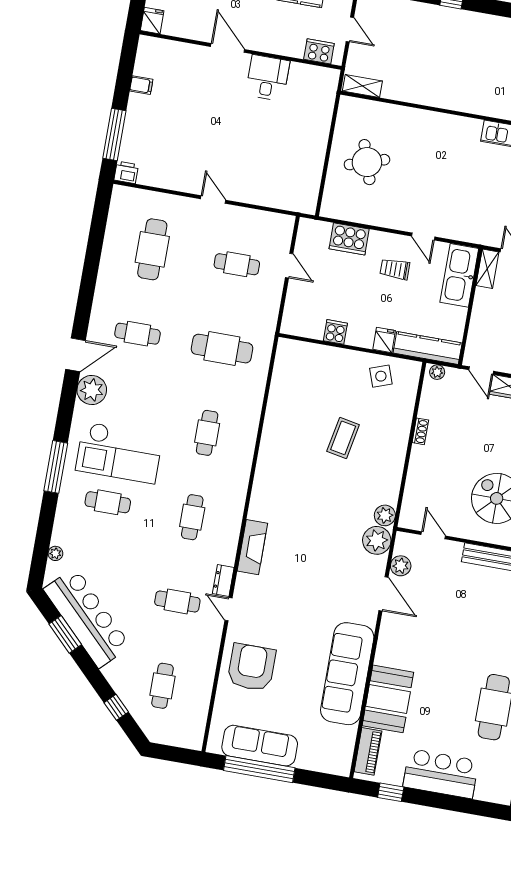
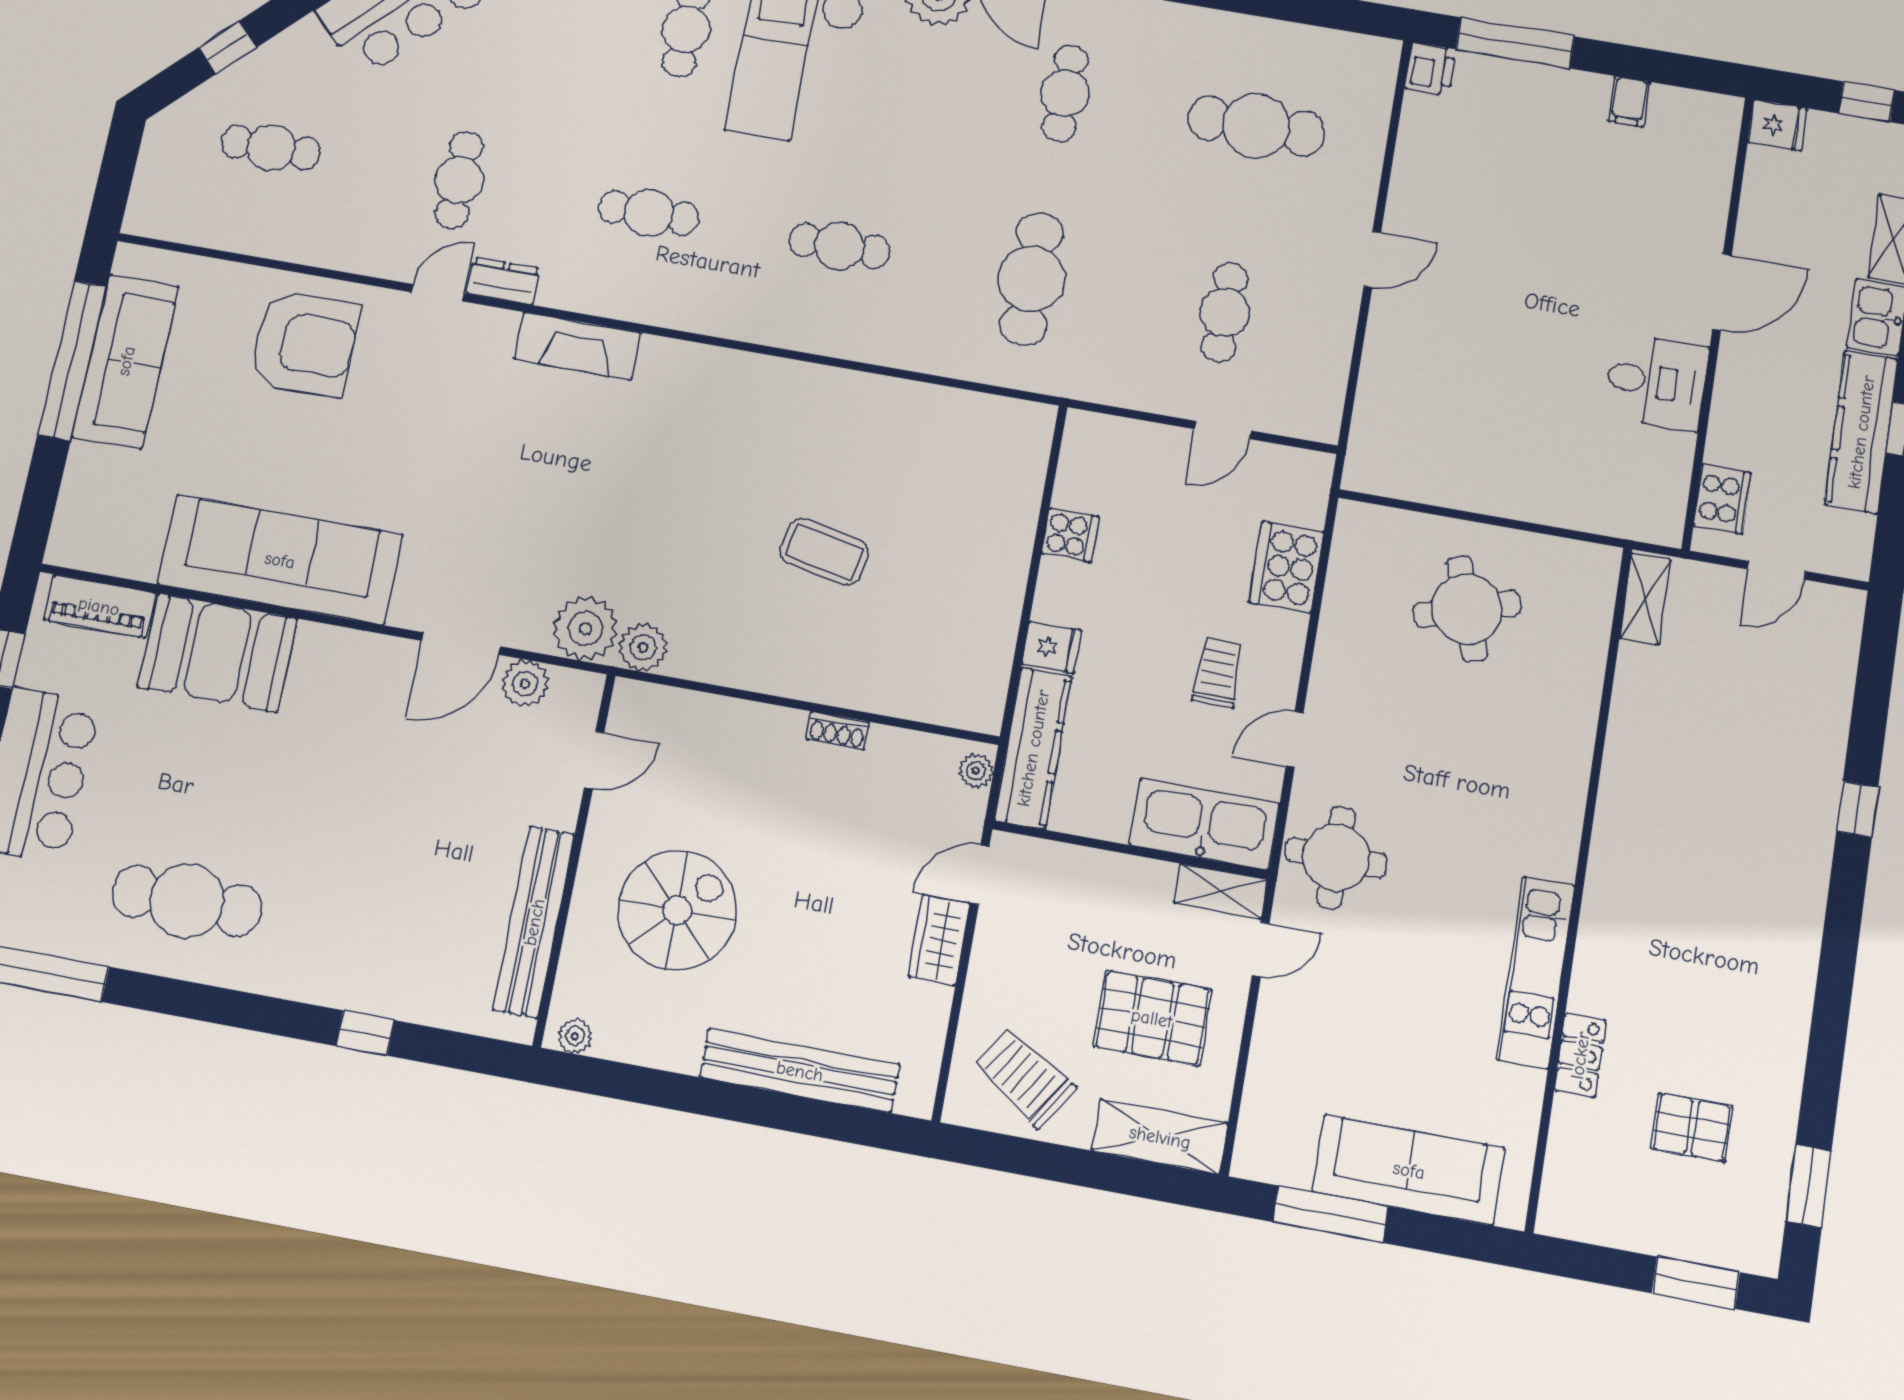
round table: (473, 220) -> (1336, 857), added
side table: (381, 376) -> (967, 639), removed

